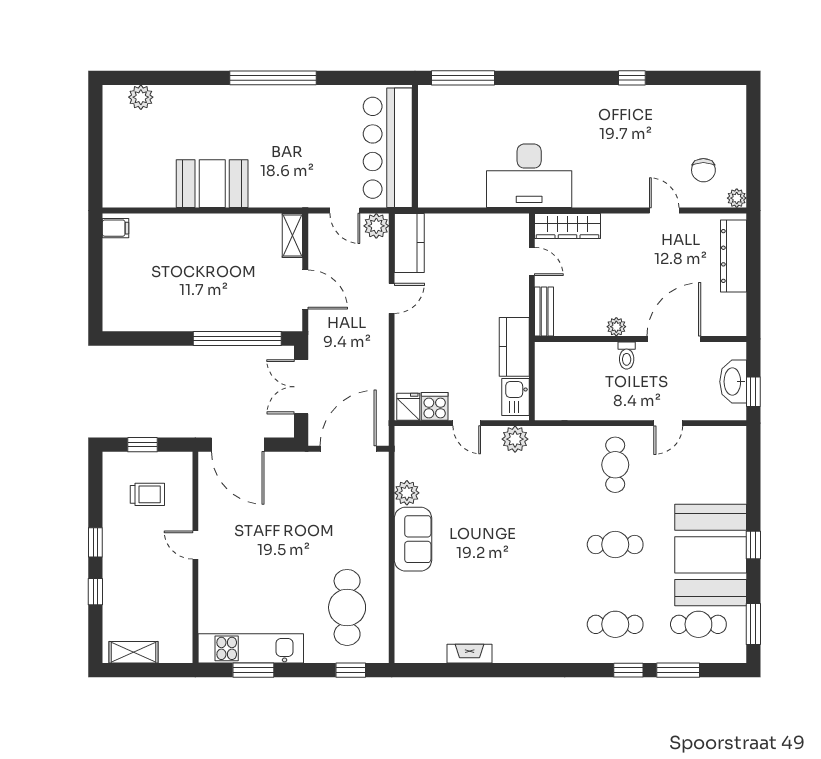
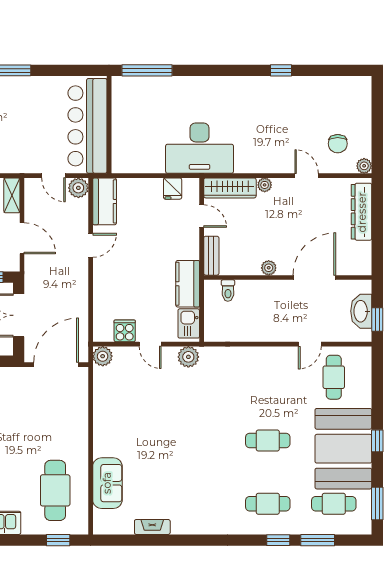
plant: (611, 222) -> (265, 185), added
toilet: (627, 355) -> (228, 291), moved
fridge: (408, 407) -> (173, 189), moved, turned 180
cafe table: (615, 465) -> (334, 377), moved
plant: (407, 493) -> (103, 356), moved
sofa: (413, 539) -> (107, 483), moved

